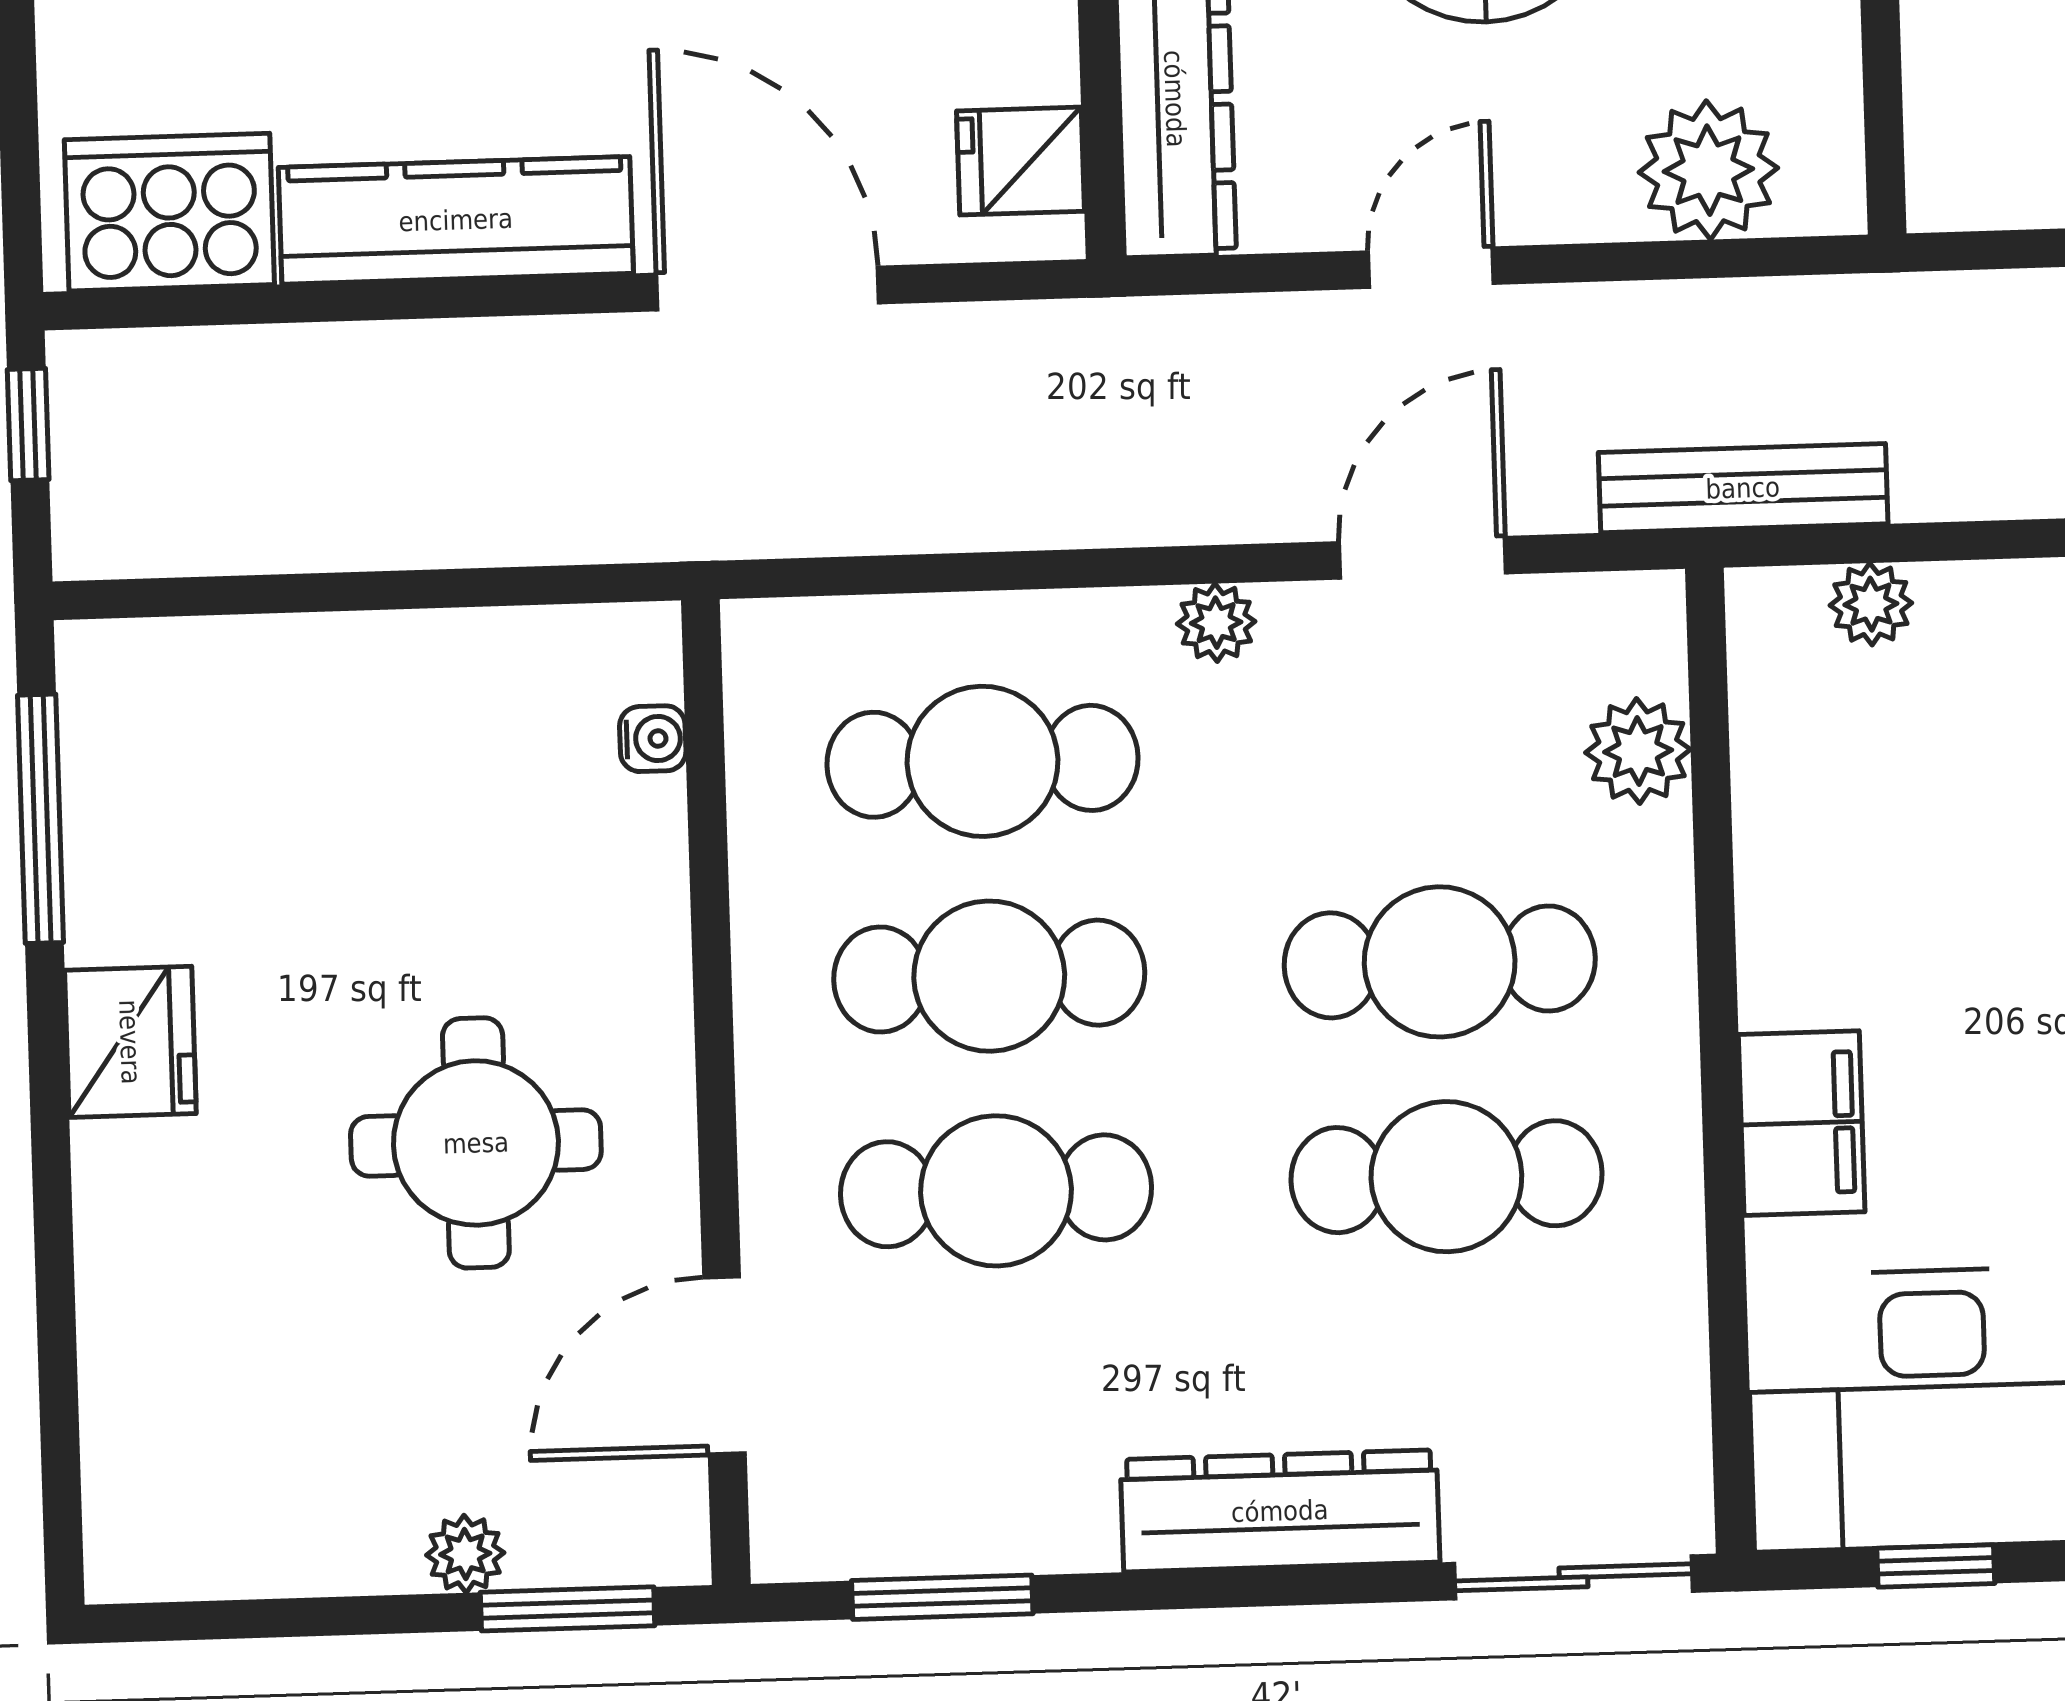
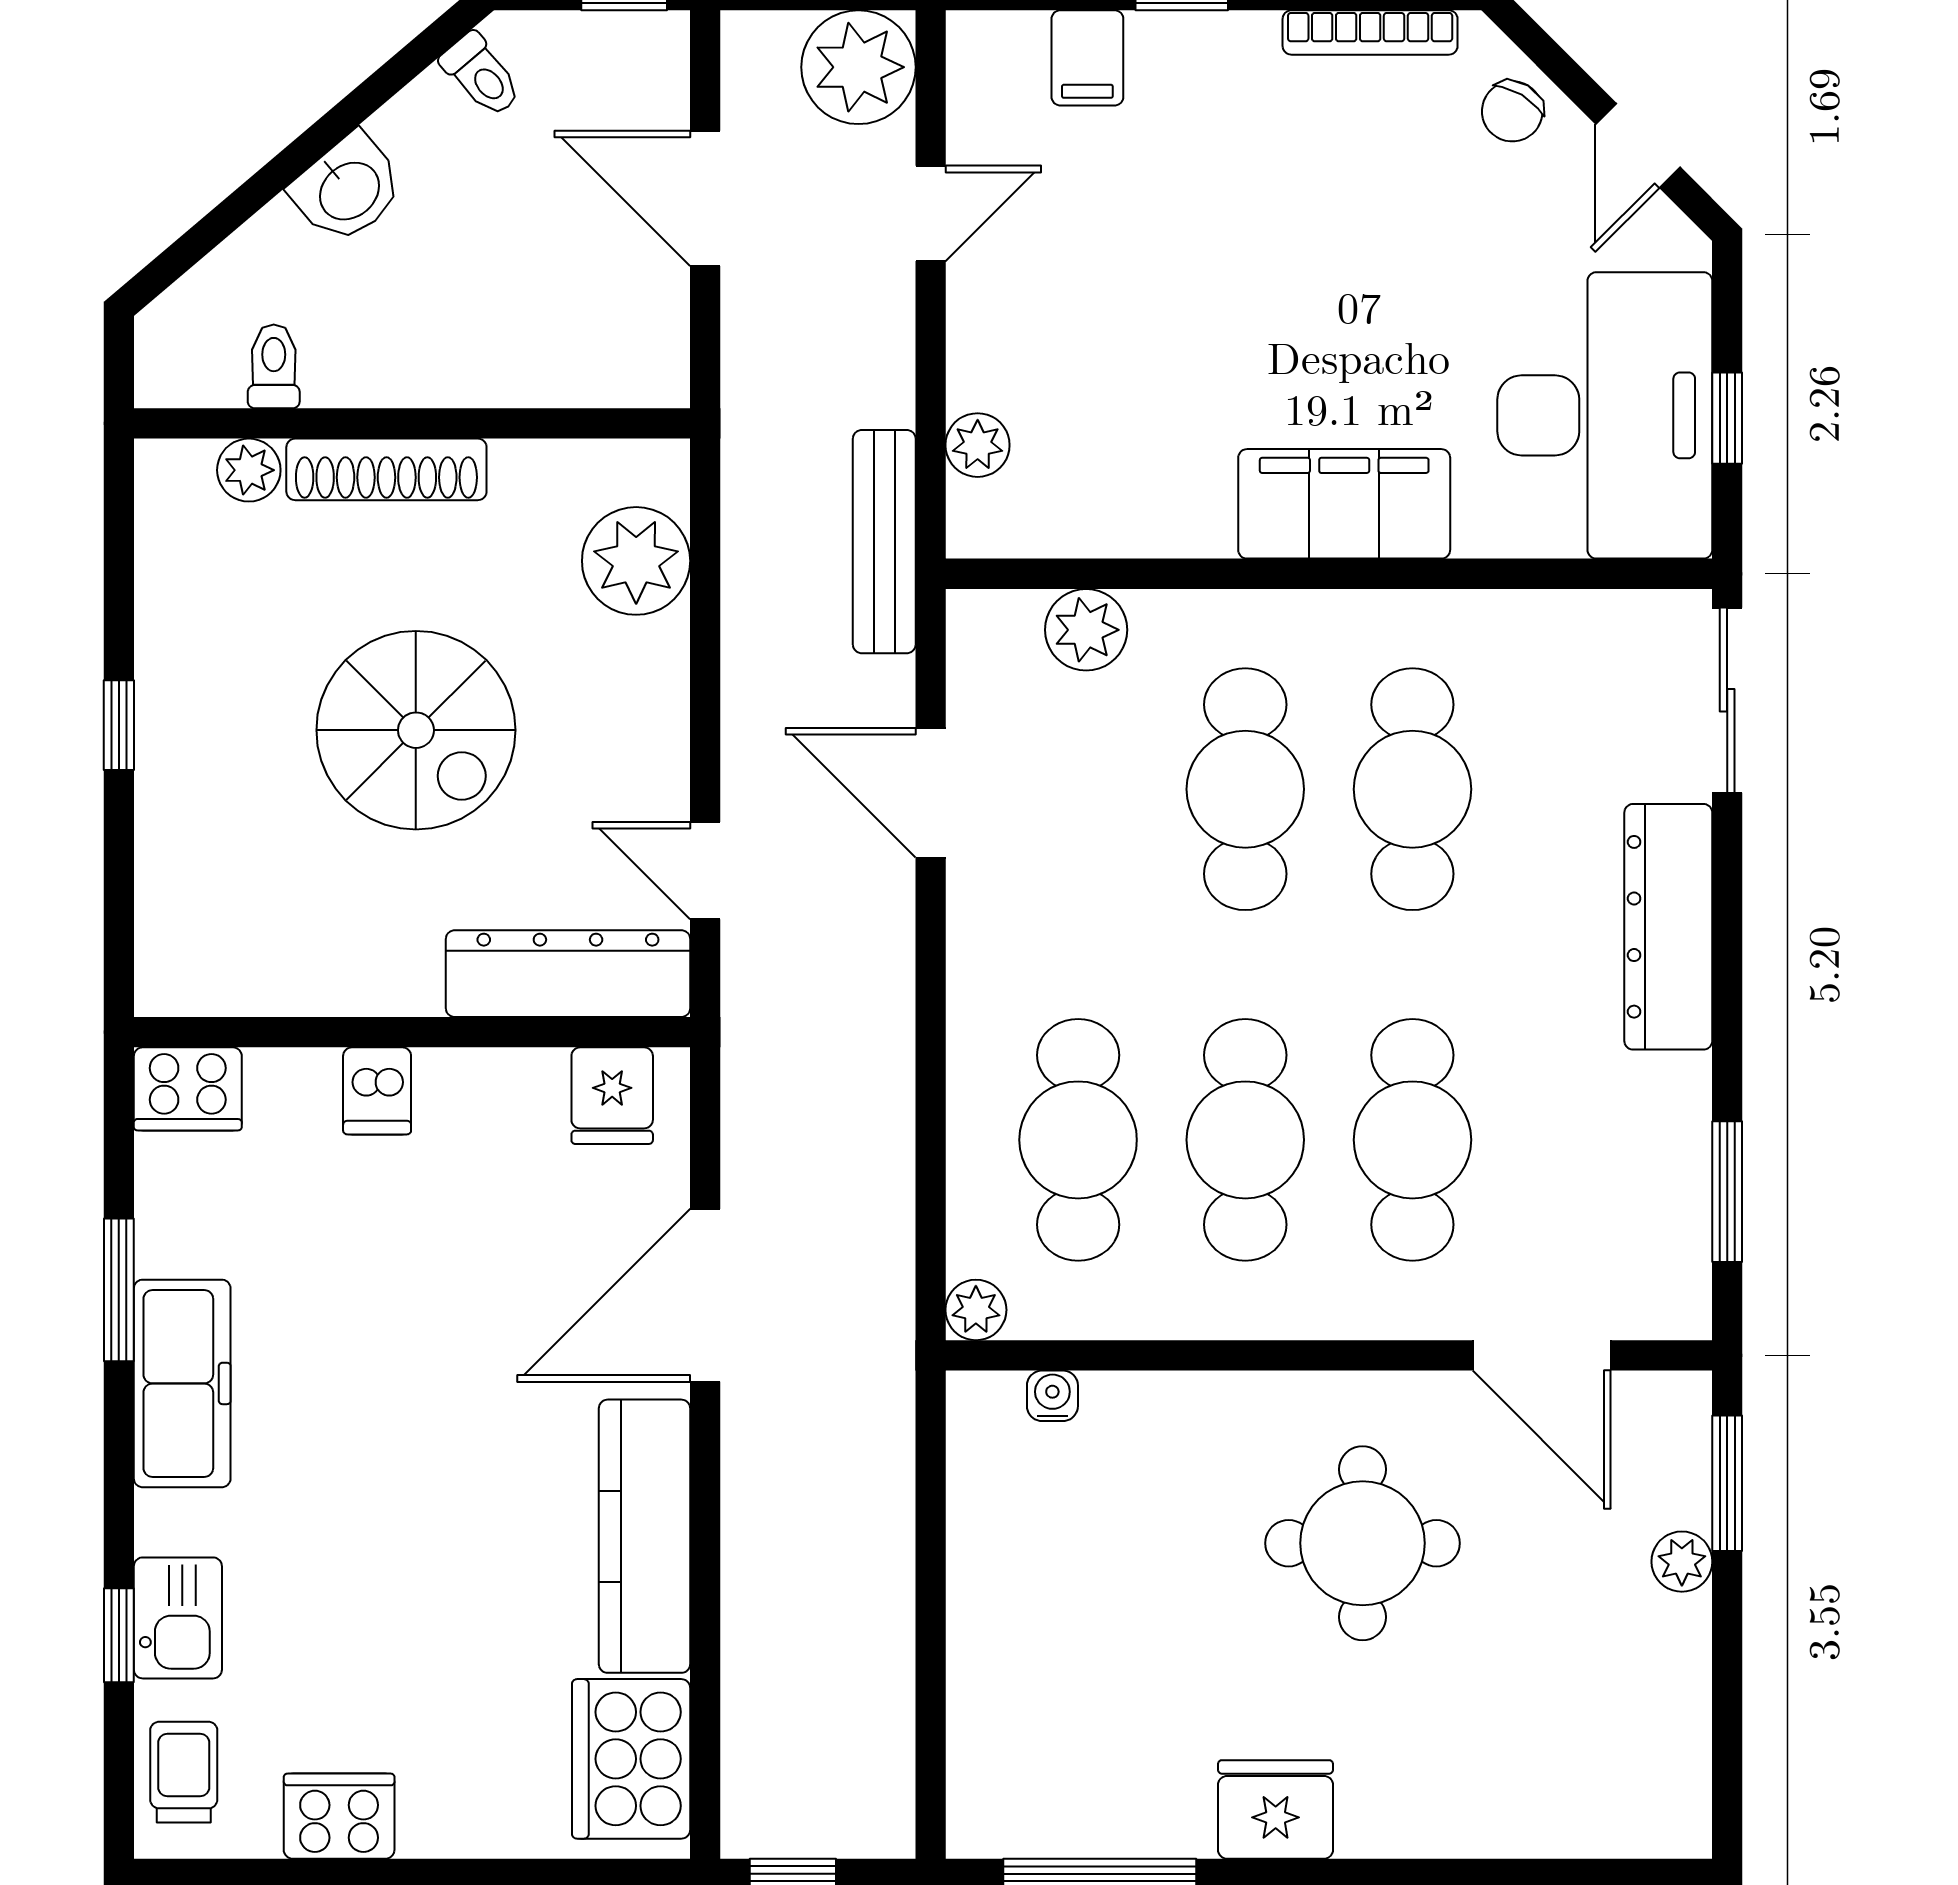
door: (1431, 268) -> (705, 871), moved
plant: (1216, 623) -> (976, 1310), moved
filing cabinet: (1802, 1123) -> (1344, 504), width x1.50, depth x1.17

